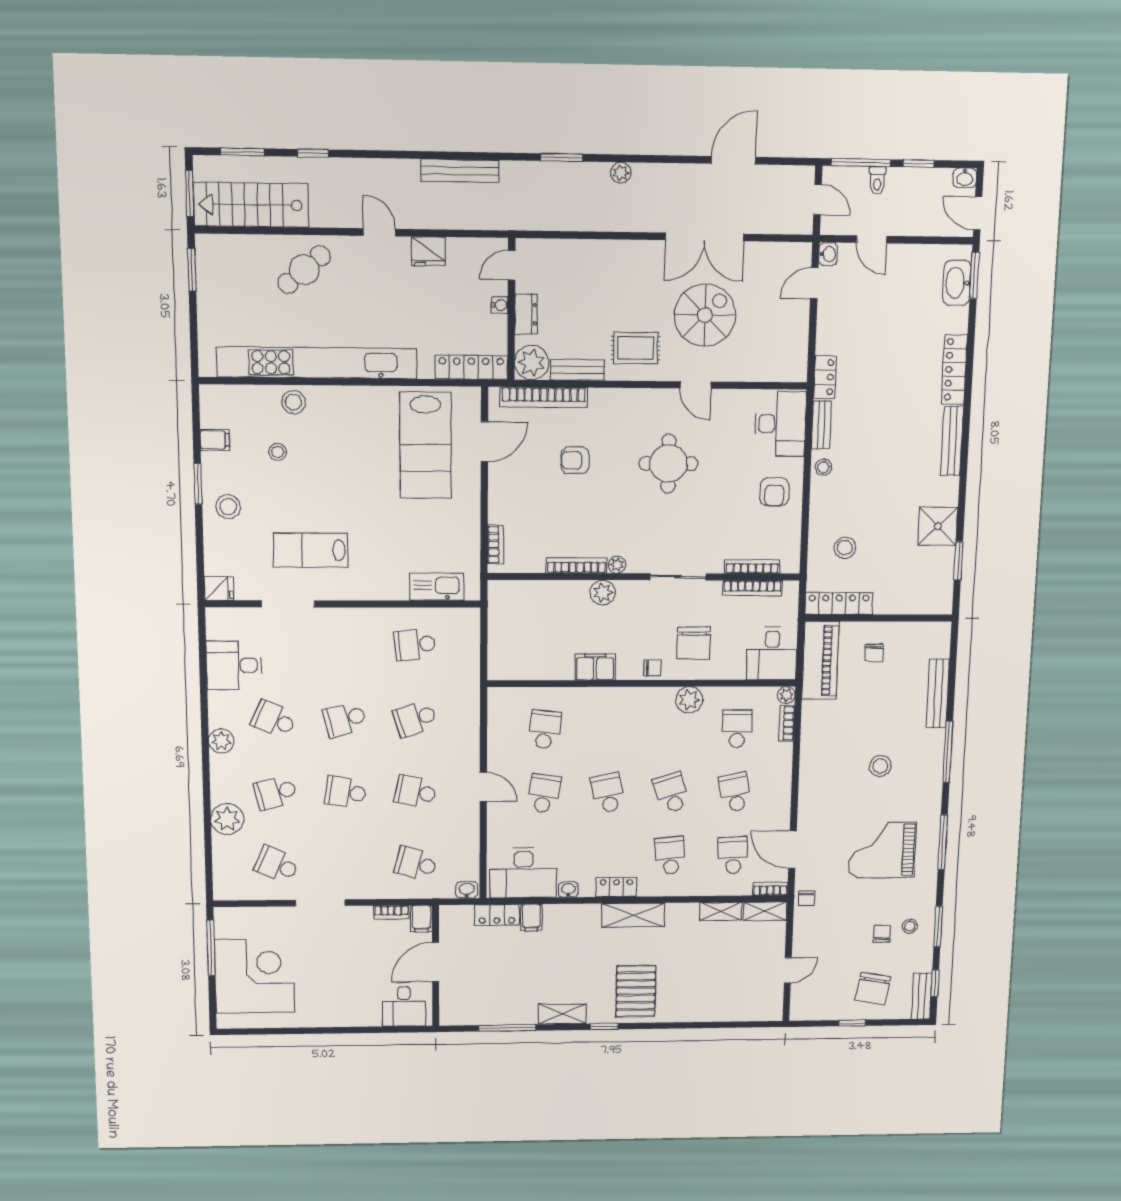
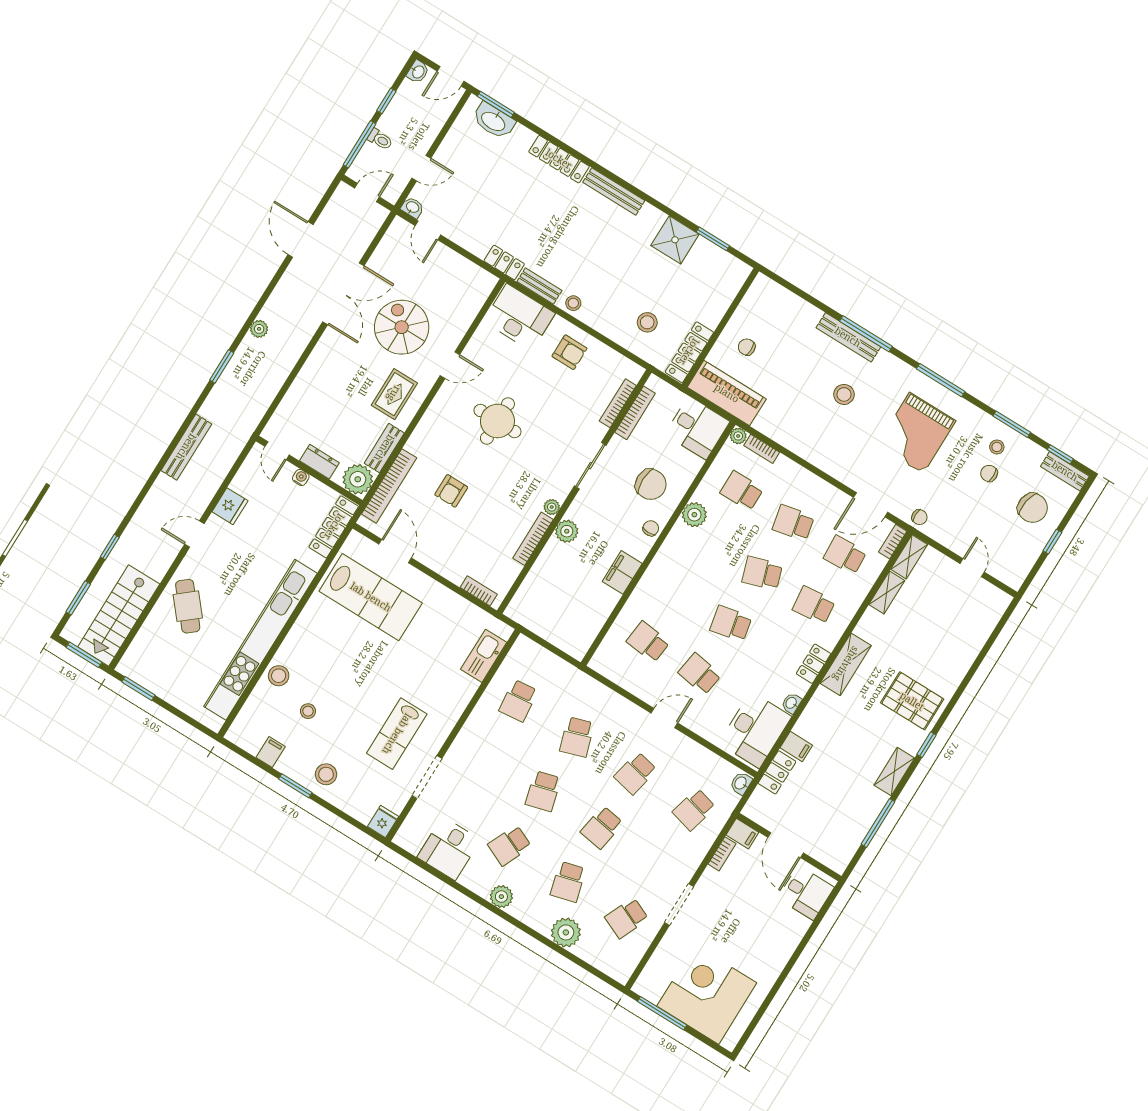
chair: (874, 653) -> (747, 347), turned 180
bench: (938, 693) -> (848, 337), moved

